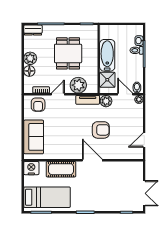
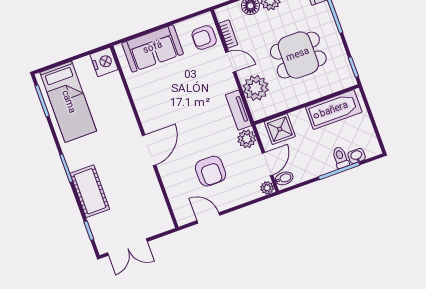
bathtub: (107, 55) -> (334, 110), moved
armchair: (101, 130) -> (211, 171), moved
cot: (61, 169) -> (90, 191), moved

